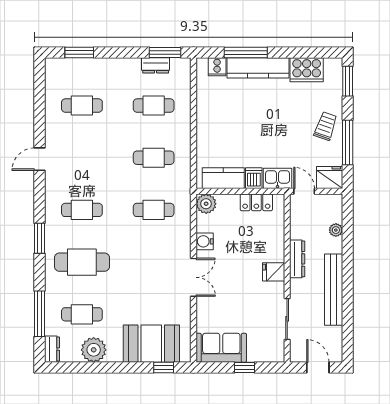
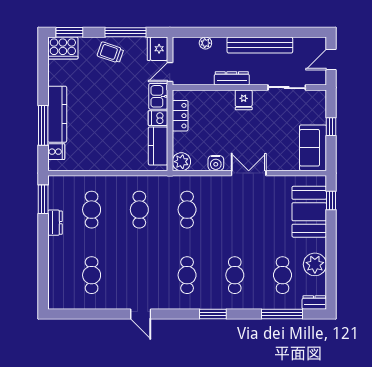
window: (79, 52) -> (43, 278), removed
dresser: (156, 65) -> (55, 223), moved
cooker: (307, 70) -> (63, 48), moved, turned 90
cafe table: (82, 262) -> (235, 275), width x0.73, depth x0.74

